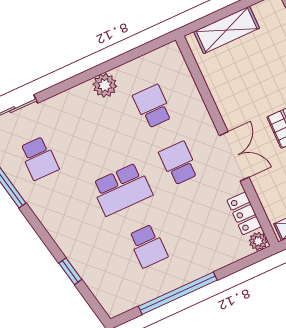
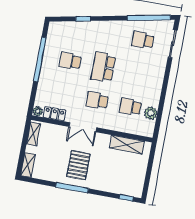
shelving: (227, 30) -> (127, 145), moved, turned 90
plant: (105, 85) -> (151, 113), moved
school desk: (153, 106) -> (130, 107), turned 180
school desk: (179, 163) -> (97, 100), turned 180

